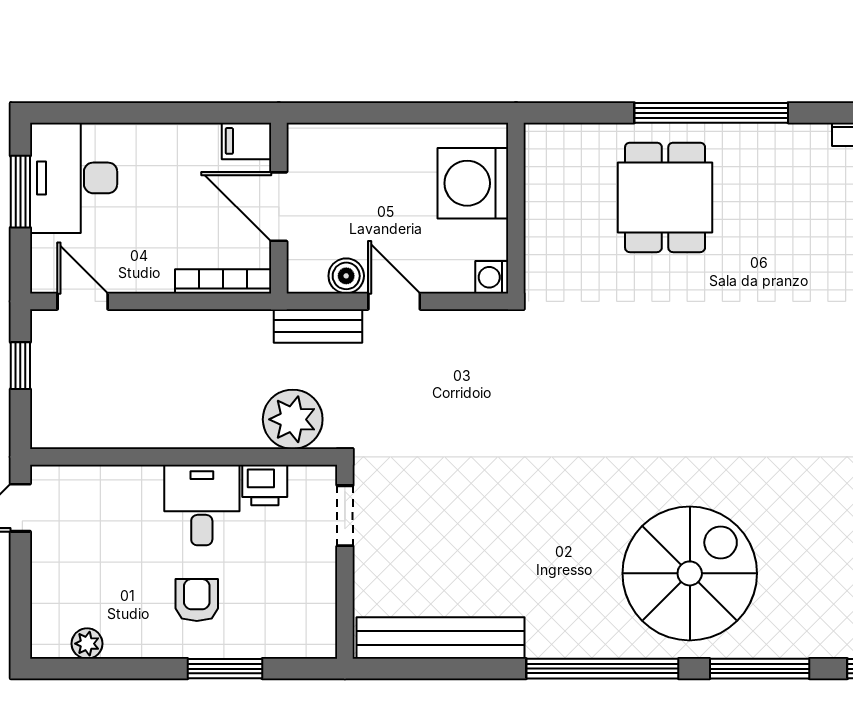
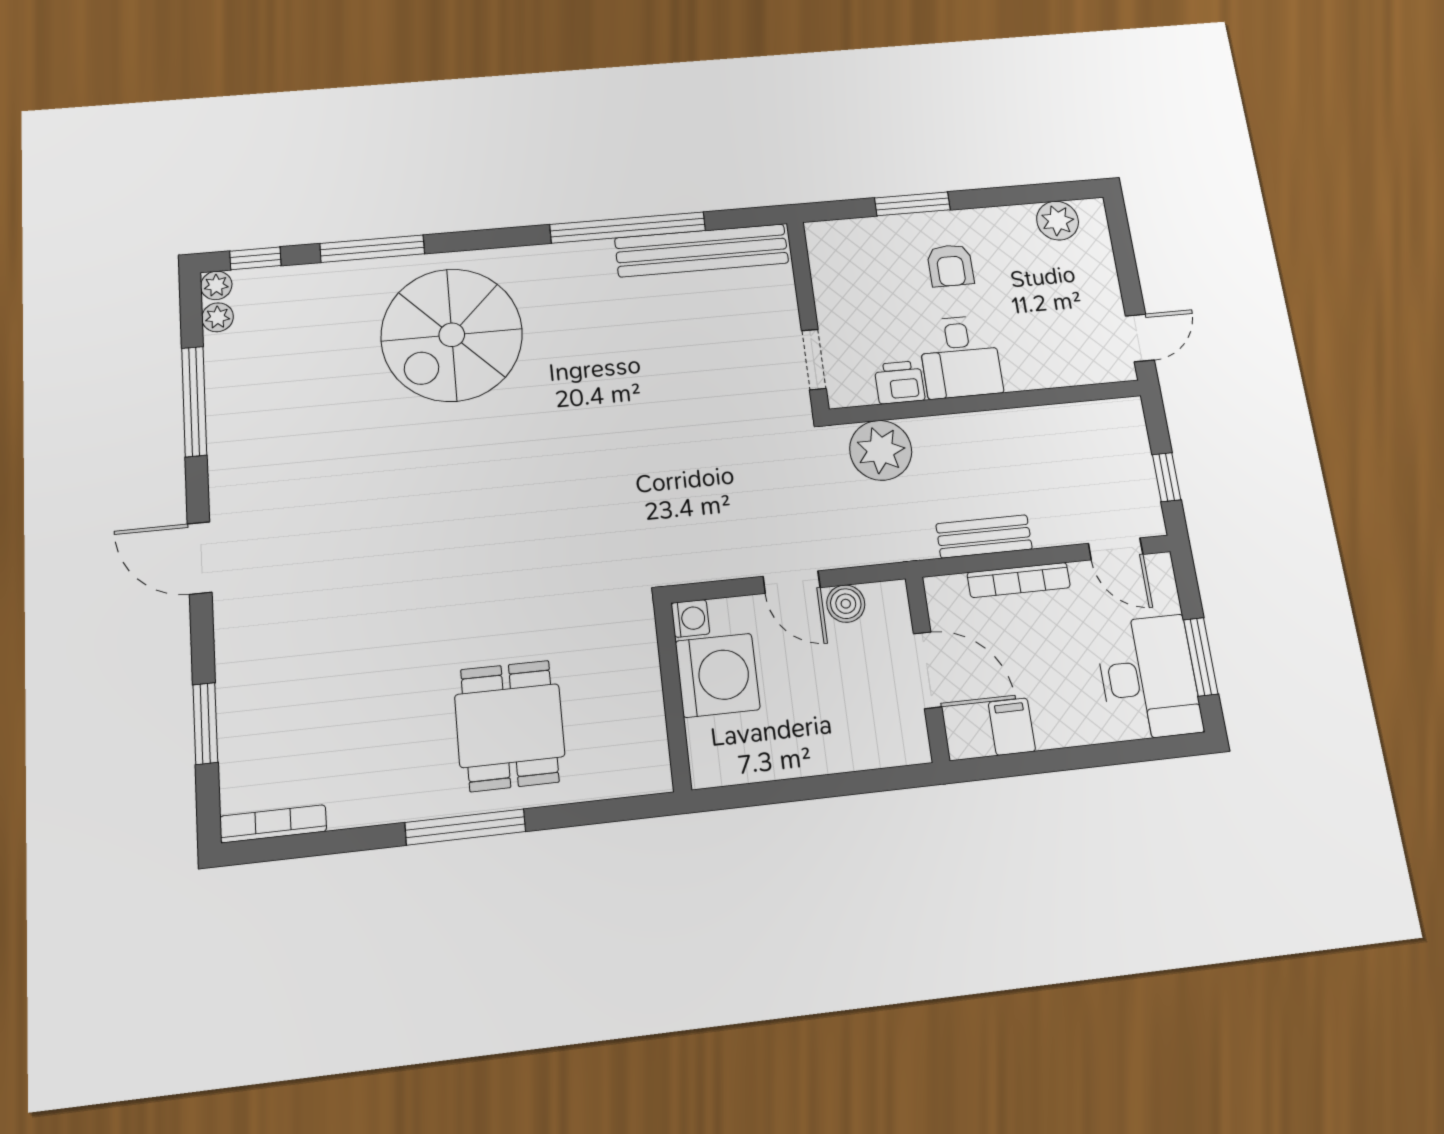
window: (711, 113) -> (465, 827), width x0.68
filing cabinet: (247, 141) -> (1012, 727), moved, turned -90
washing machine: (473, 183) -> (718, 675), moved
bookcase: (223, 281) -> (1019, 580), moved
bench: (318, 326) -> (984, 536), moved
plant: (87, 644) -> (1058, 221), width x1.38, depth x1.38
window: (602, 669) -> (628, 227), moved

